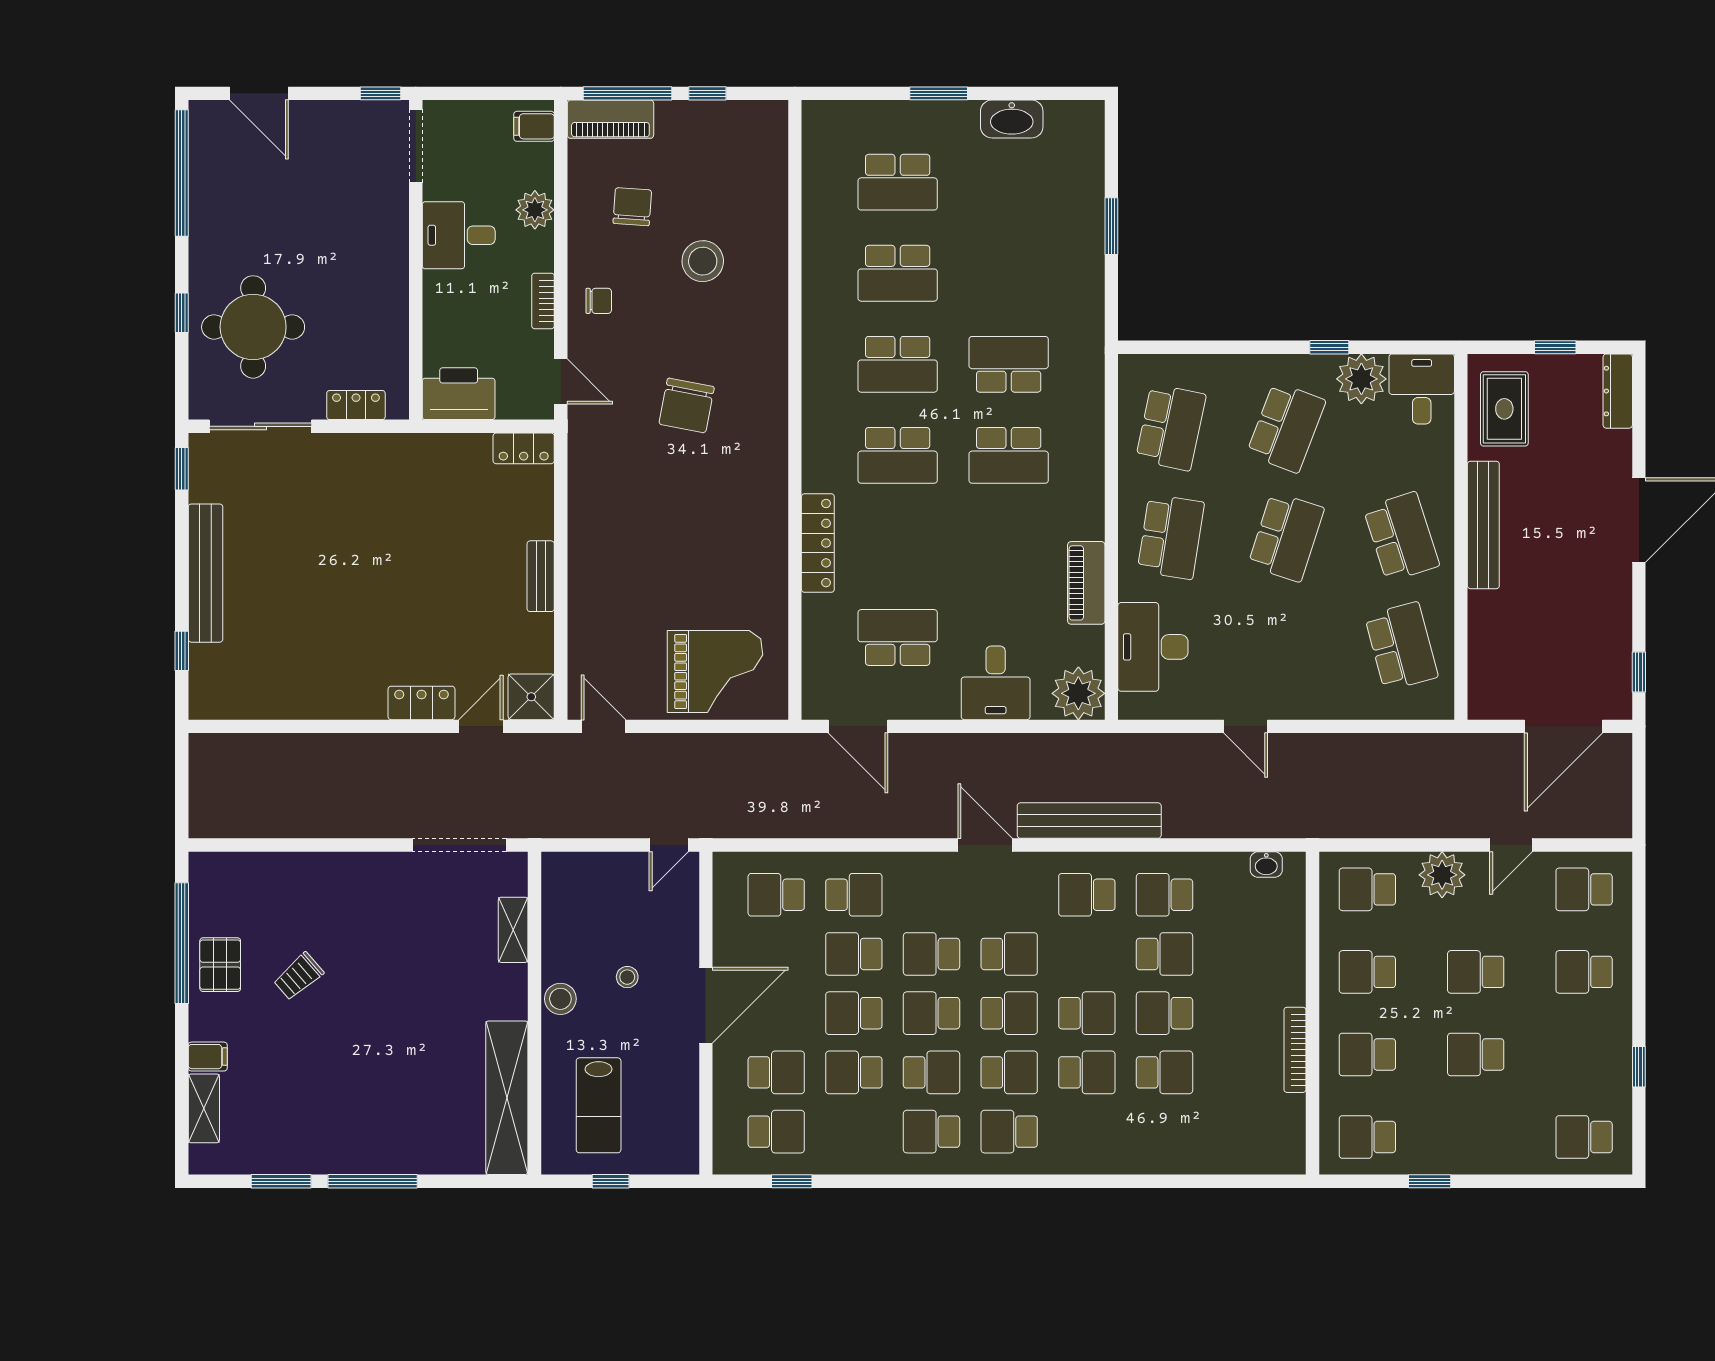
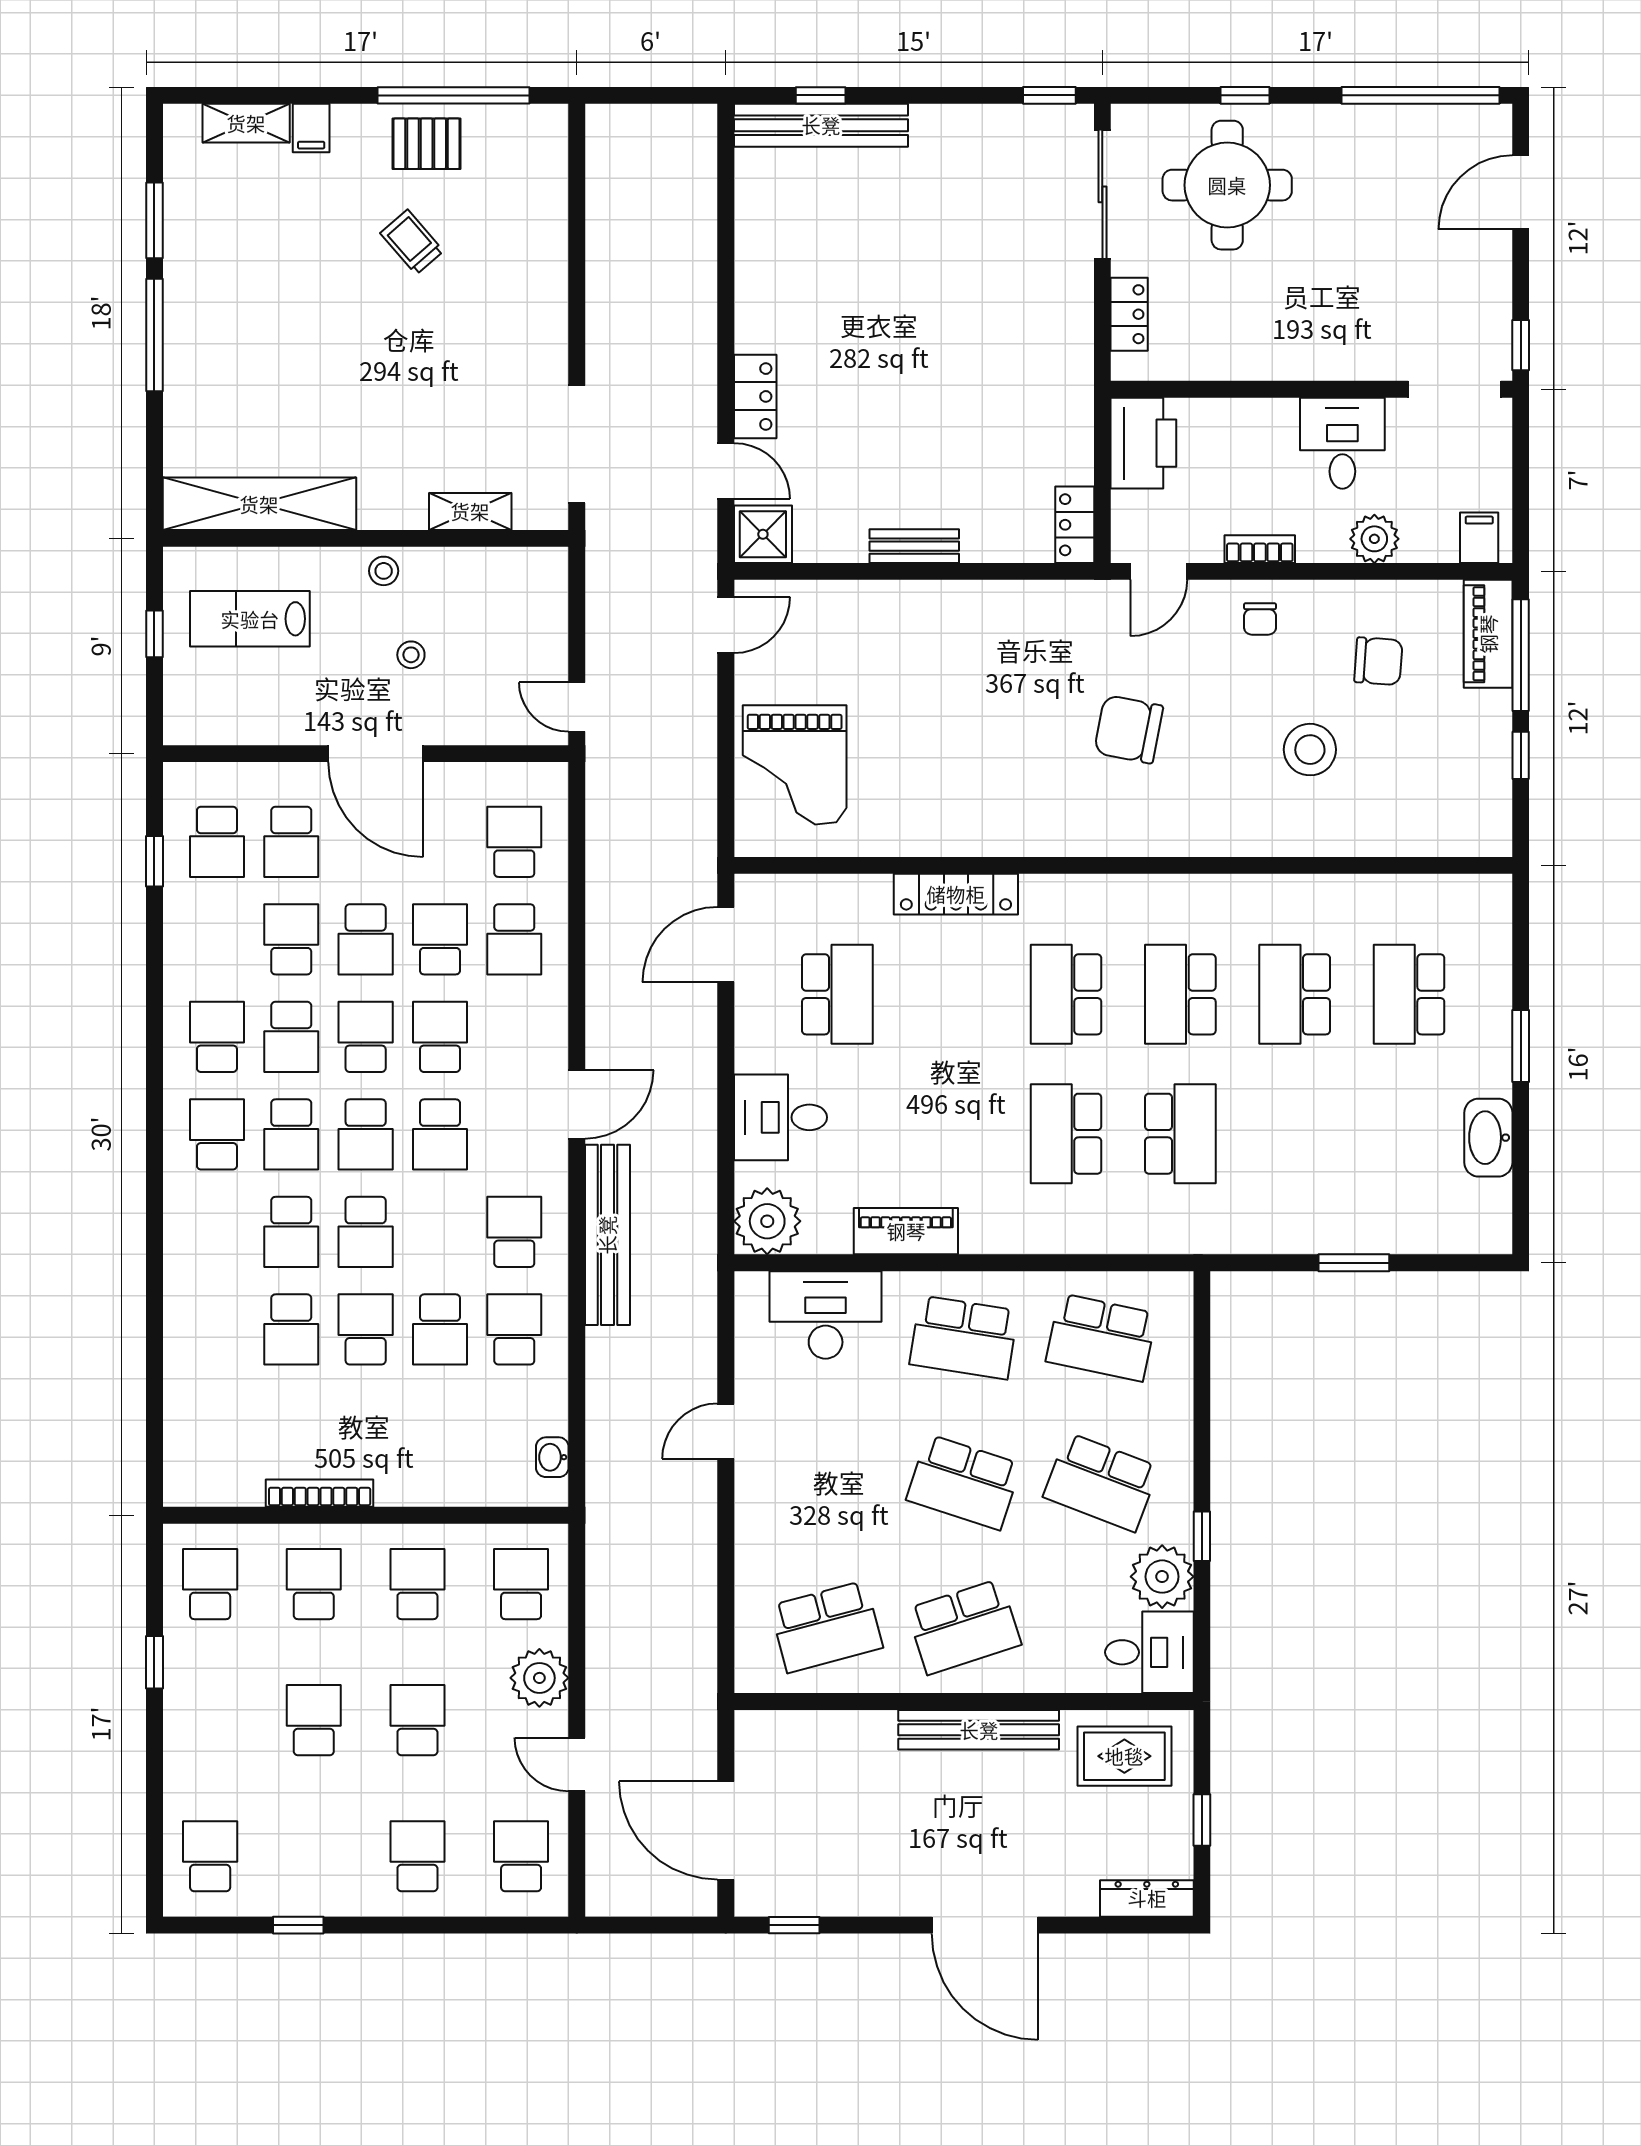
bench: (205, 573) -> (821, 125), moved
stool: (560, 999) -> (384, 571), width x0.73, depth x0.73
school desk: (854, 1013) -> (366, 939), turned 180

